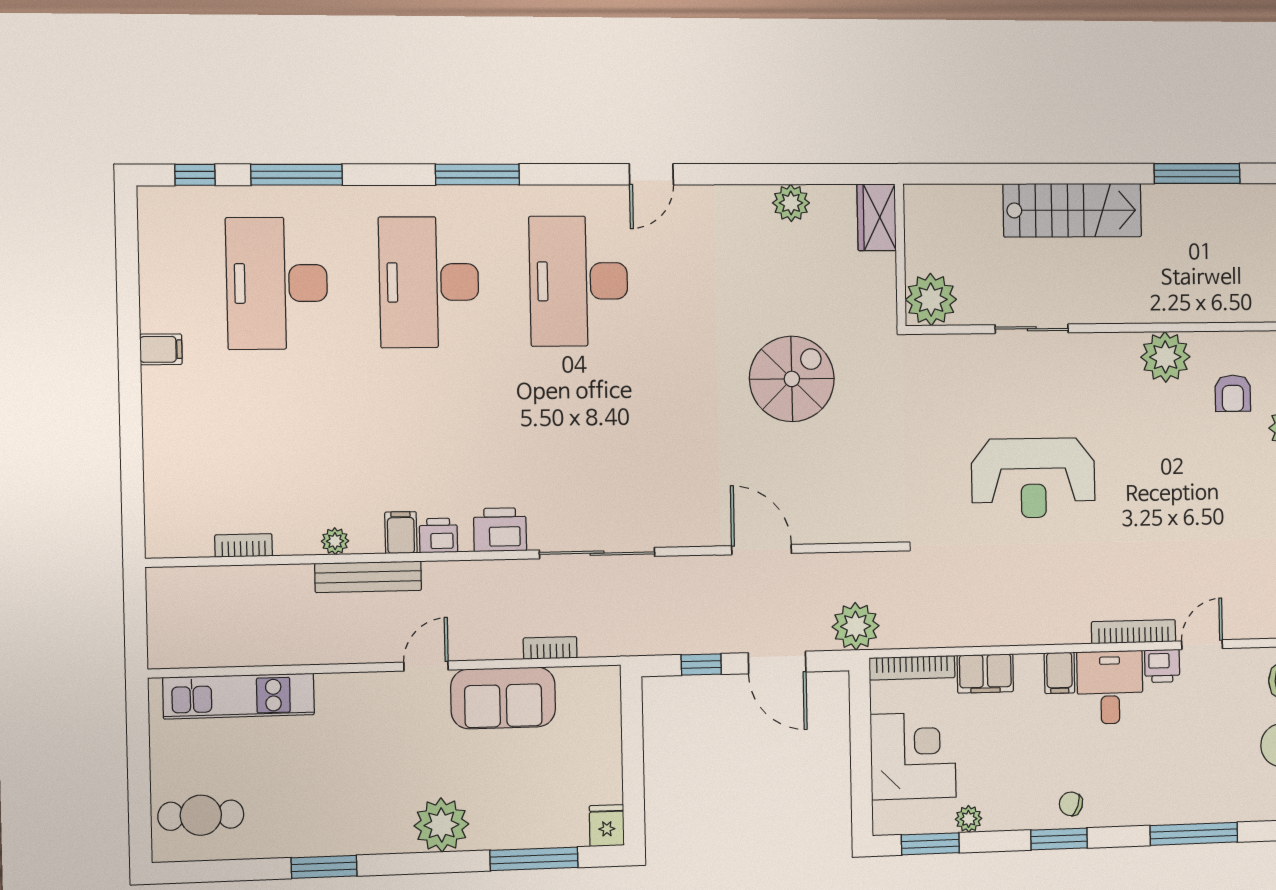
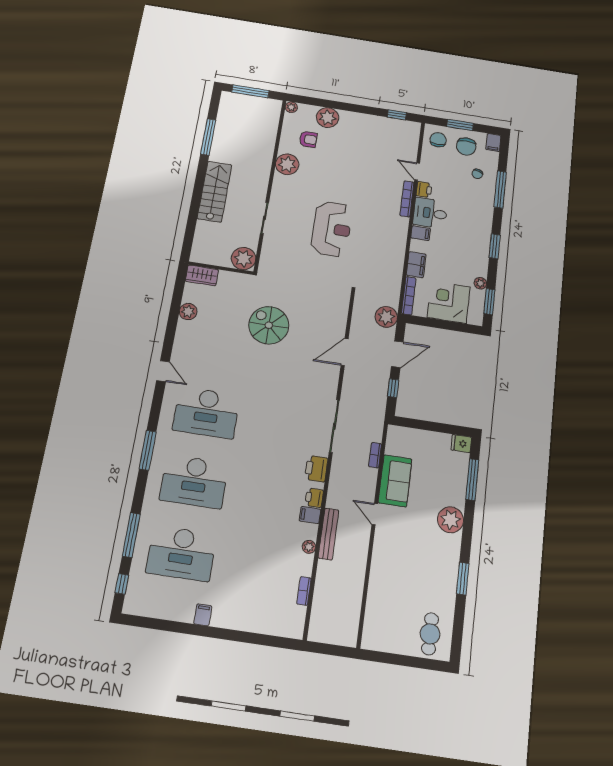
kitchen unit: (239, 696) -> (376, 606), removed
chair: (1071, 804) -> (477, 174), moved

